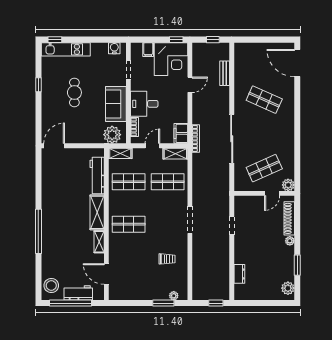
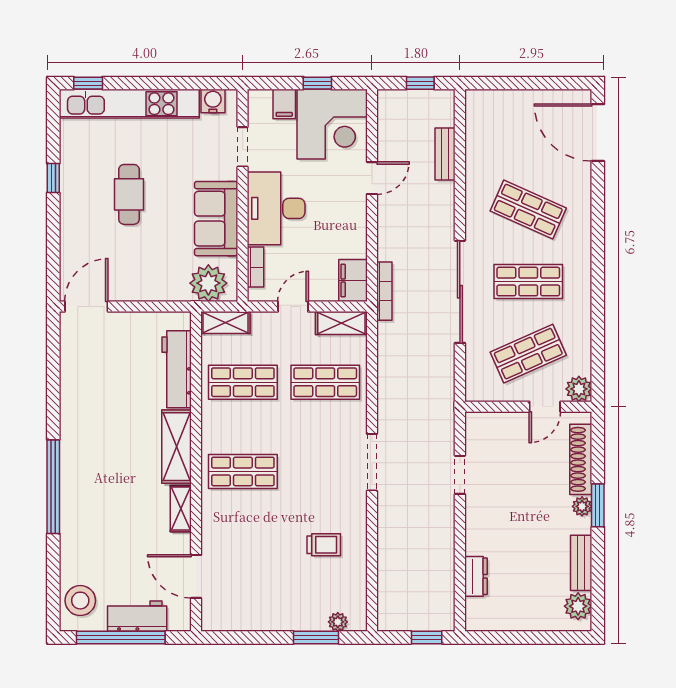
window: (176, 40) -> (317, 83), moved
kitchen unit: (66, 49) -> (129, 104), width x1.36
desk: (144, 104) -> (276, 208), width x1.37
shop shelf: (264, 134) -> (528, 282), added
window: (297, 265) -> (598, 505), moved
bench: (289, 268) -> (581, 563), added

